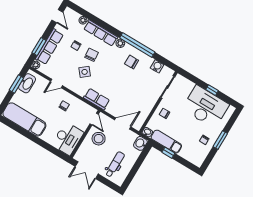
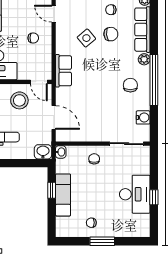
desk: (206, 107) -> (135, 194), width x0.73, depth x0.77
door: (94, 119) -> (39, 82), hinge flipped
exam couch: (166, 142) -> (63, 195), moved

